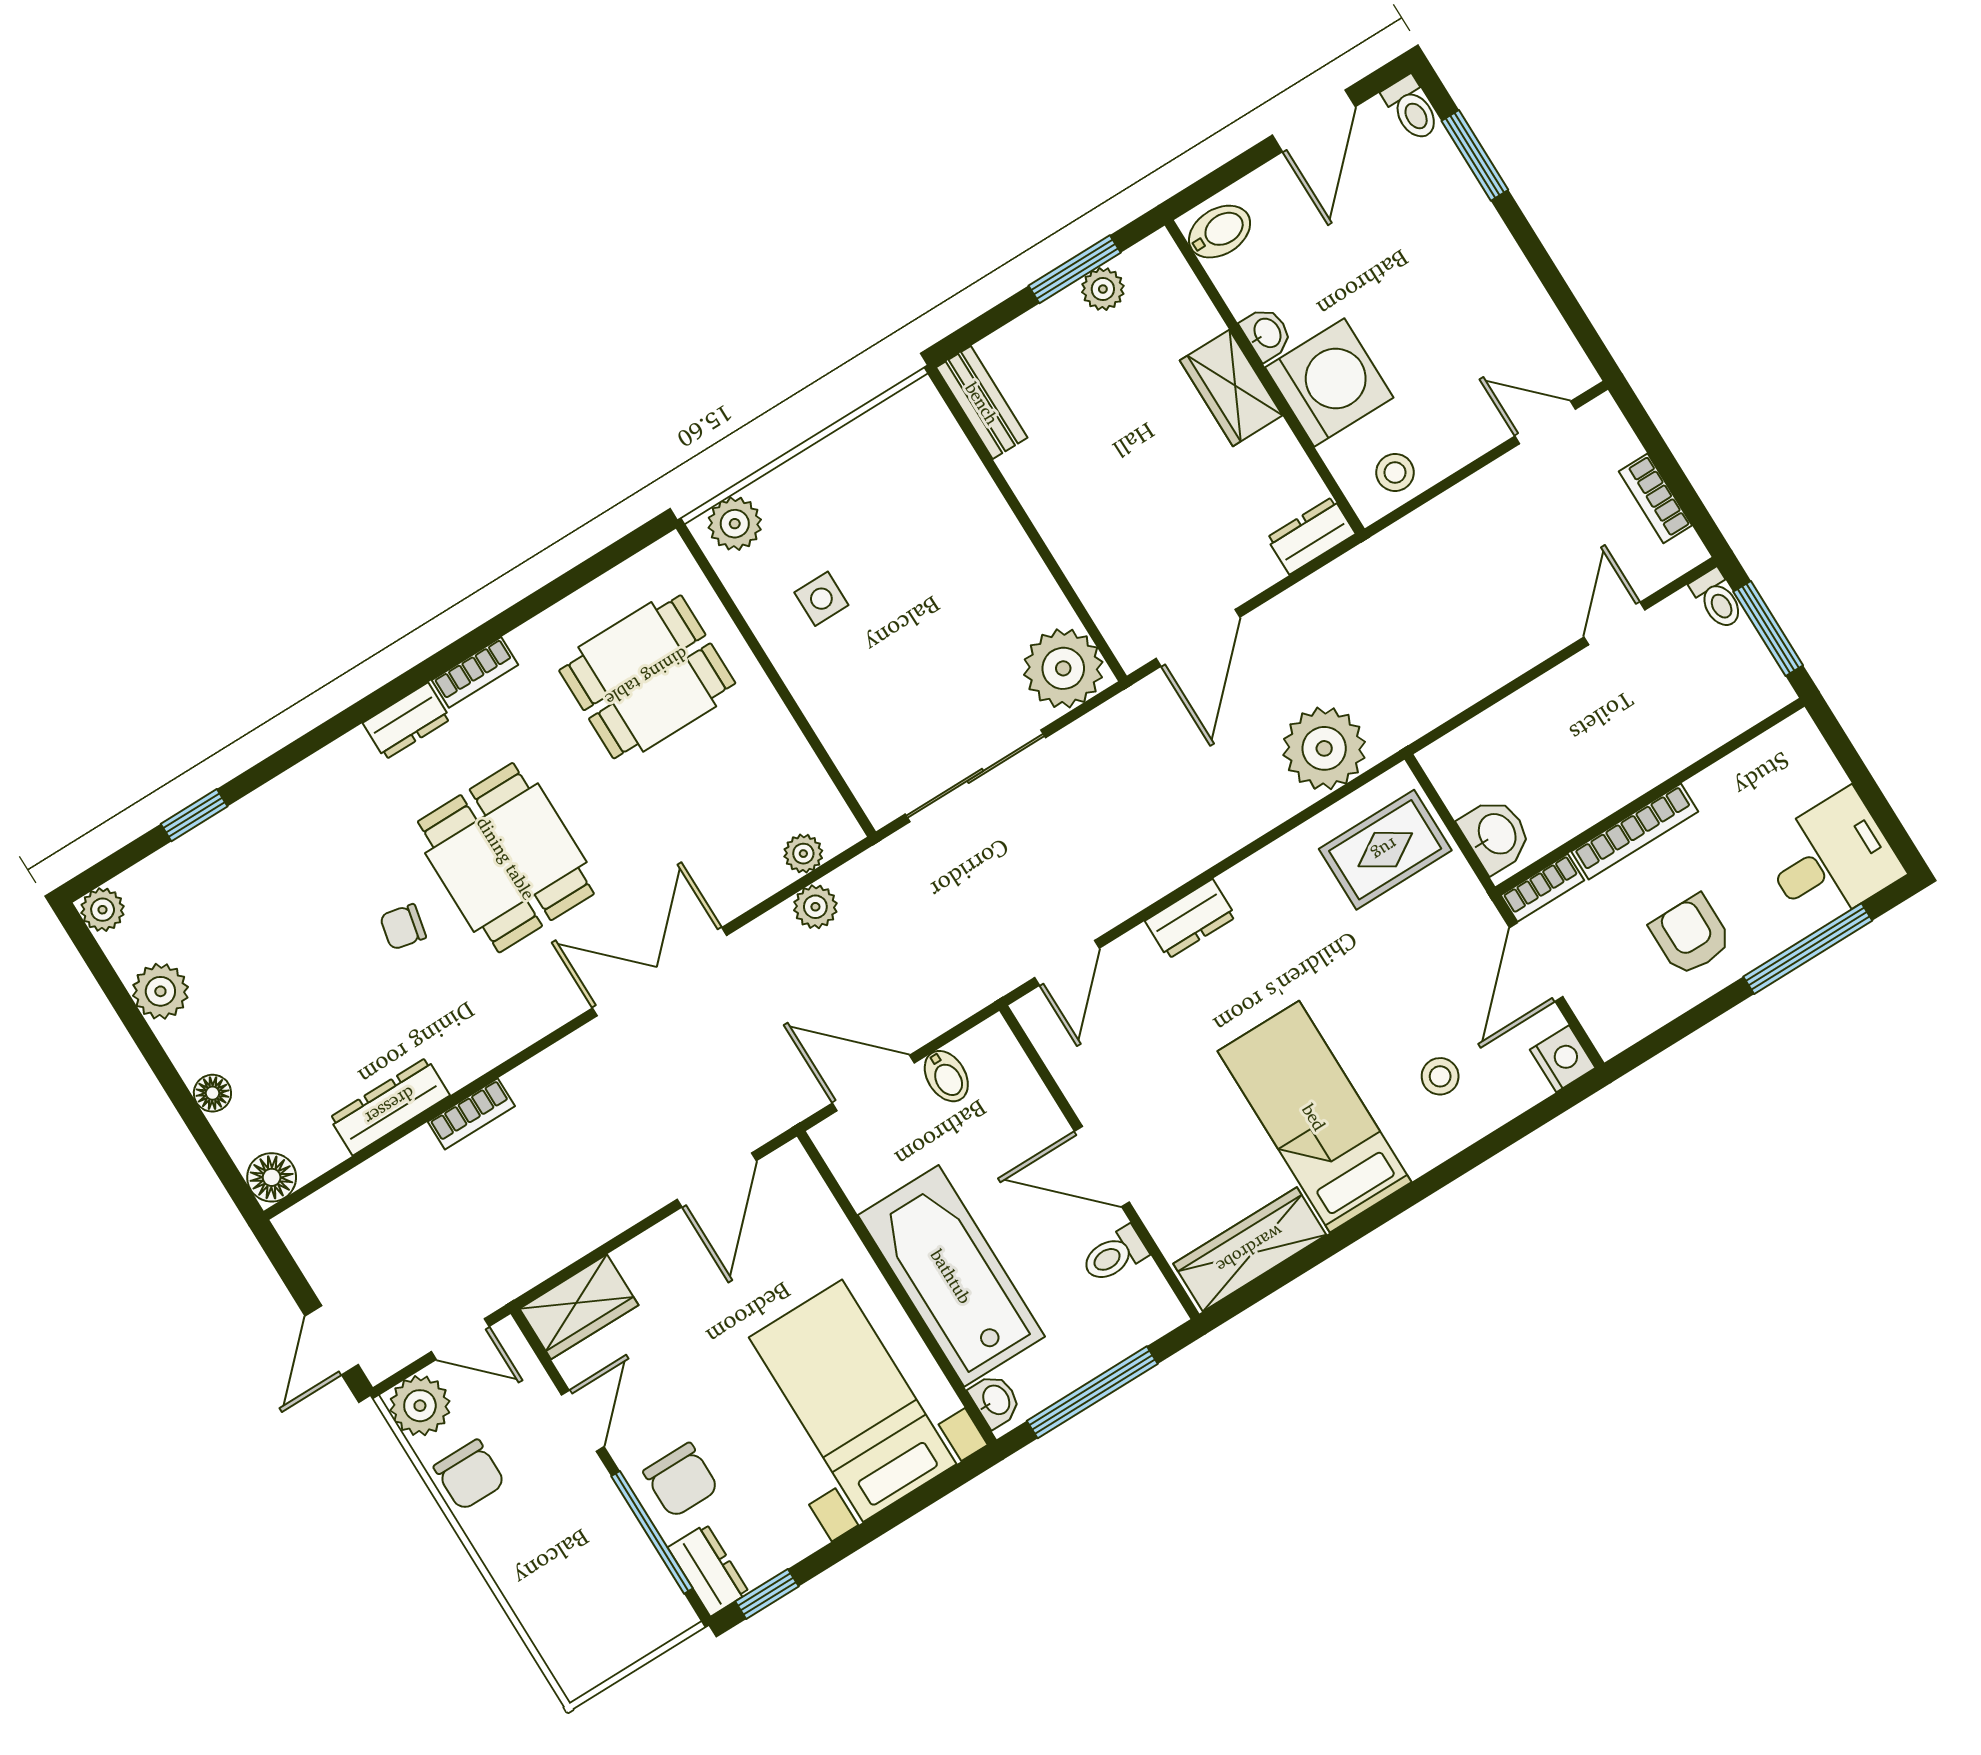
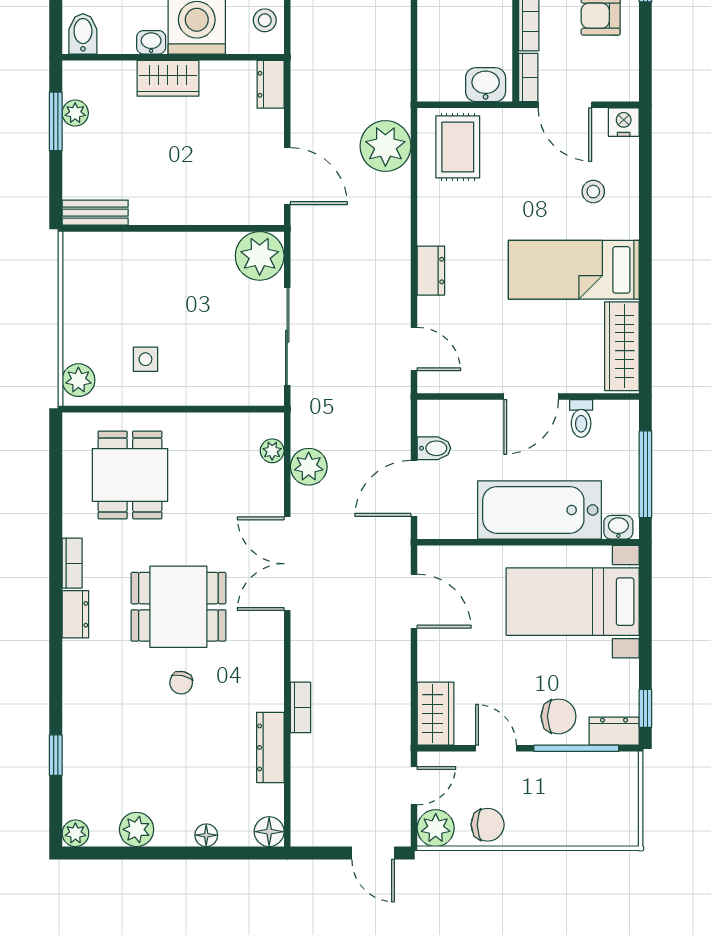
plant: (815, 907) -> (309, 467), width x1.38, depth x1.38

